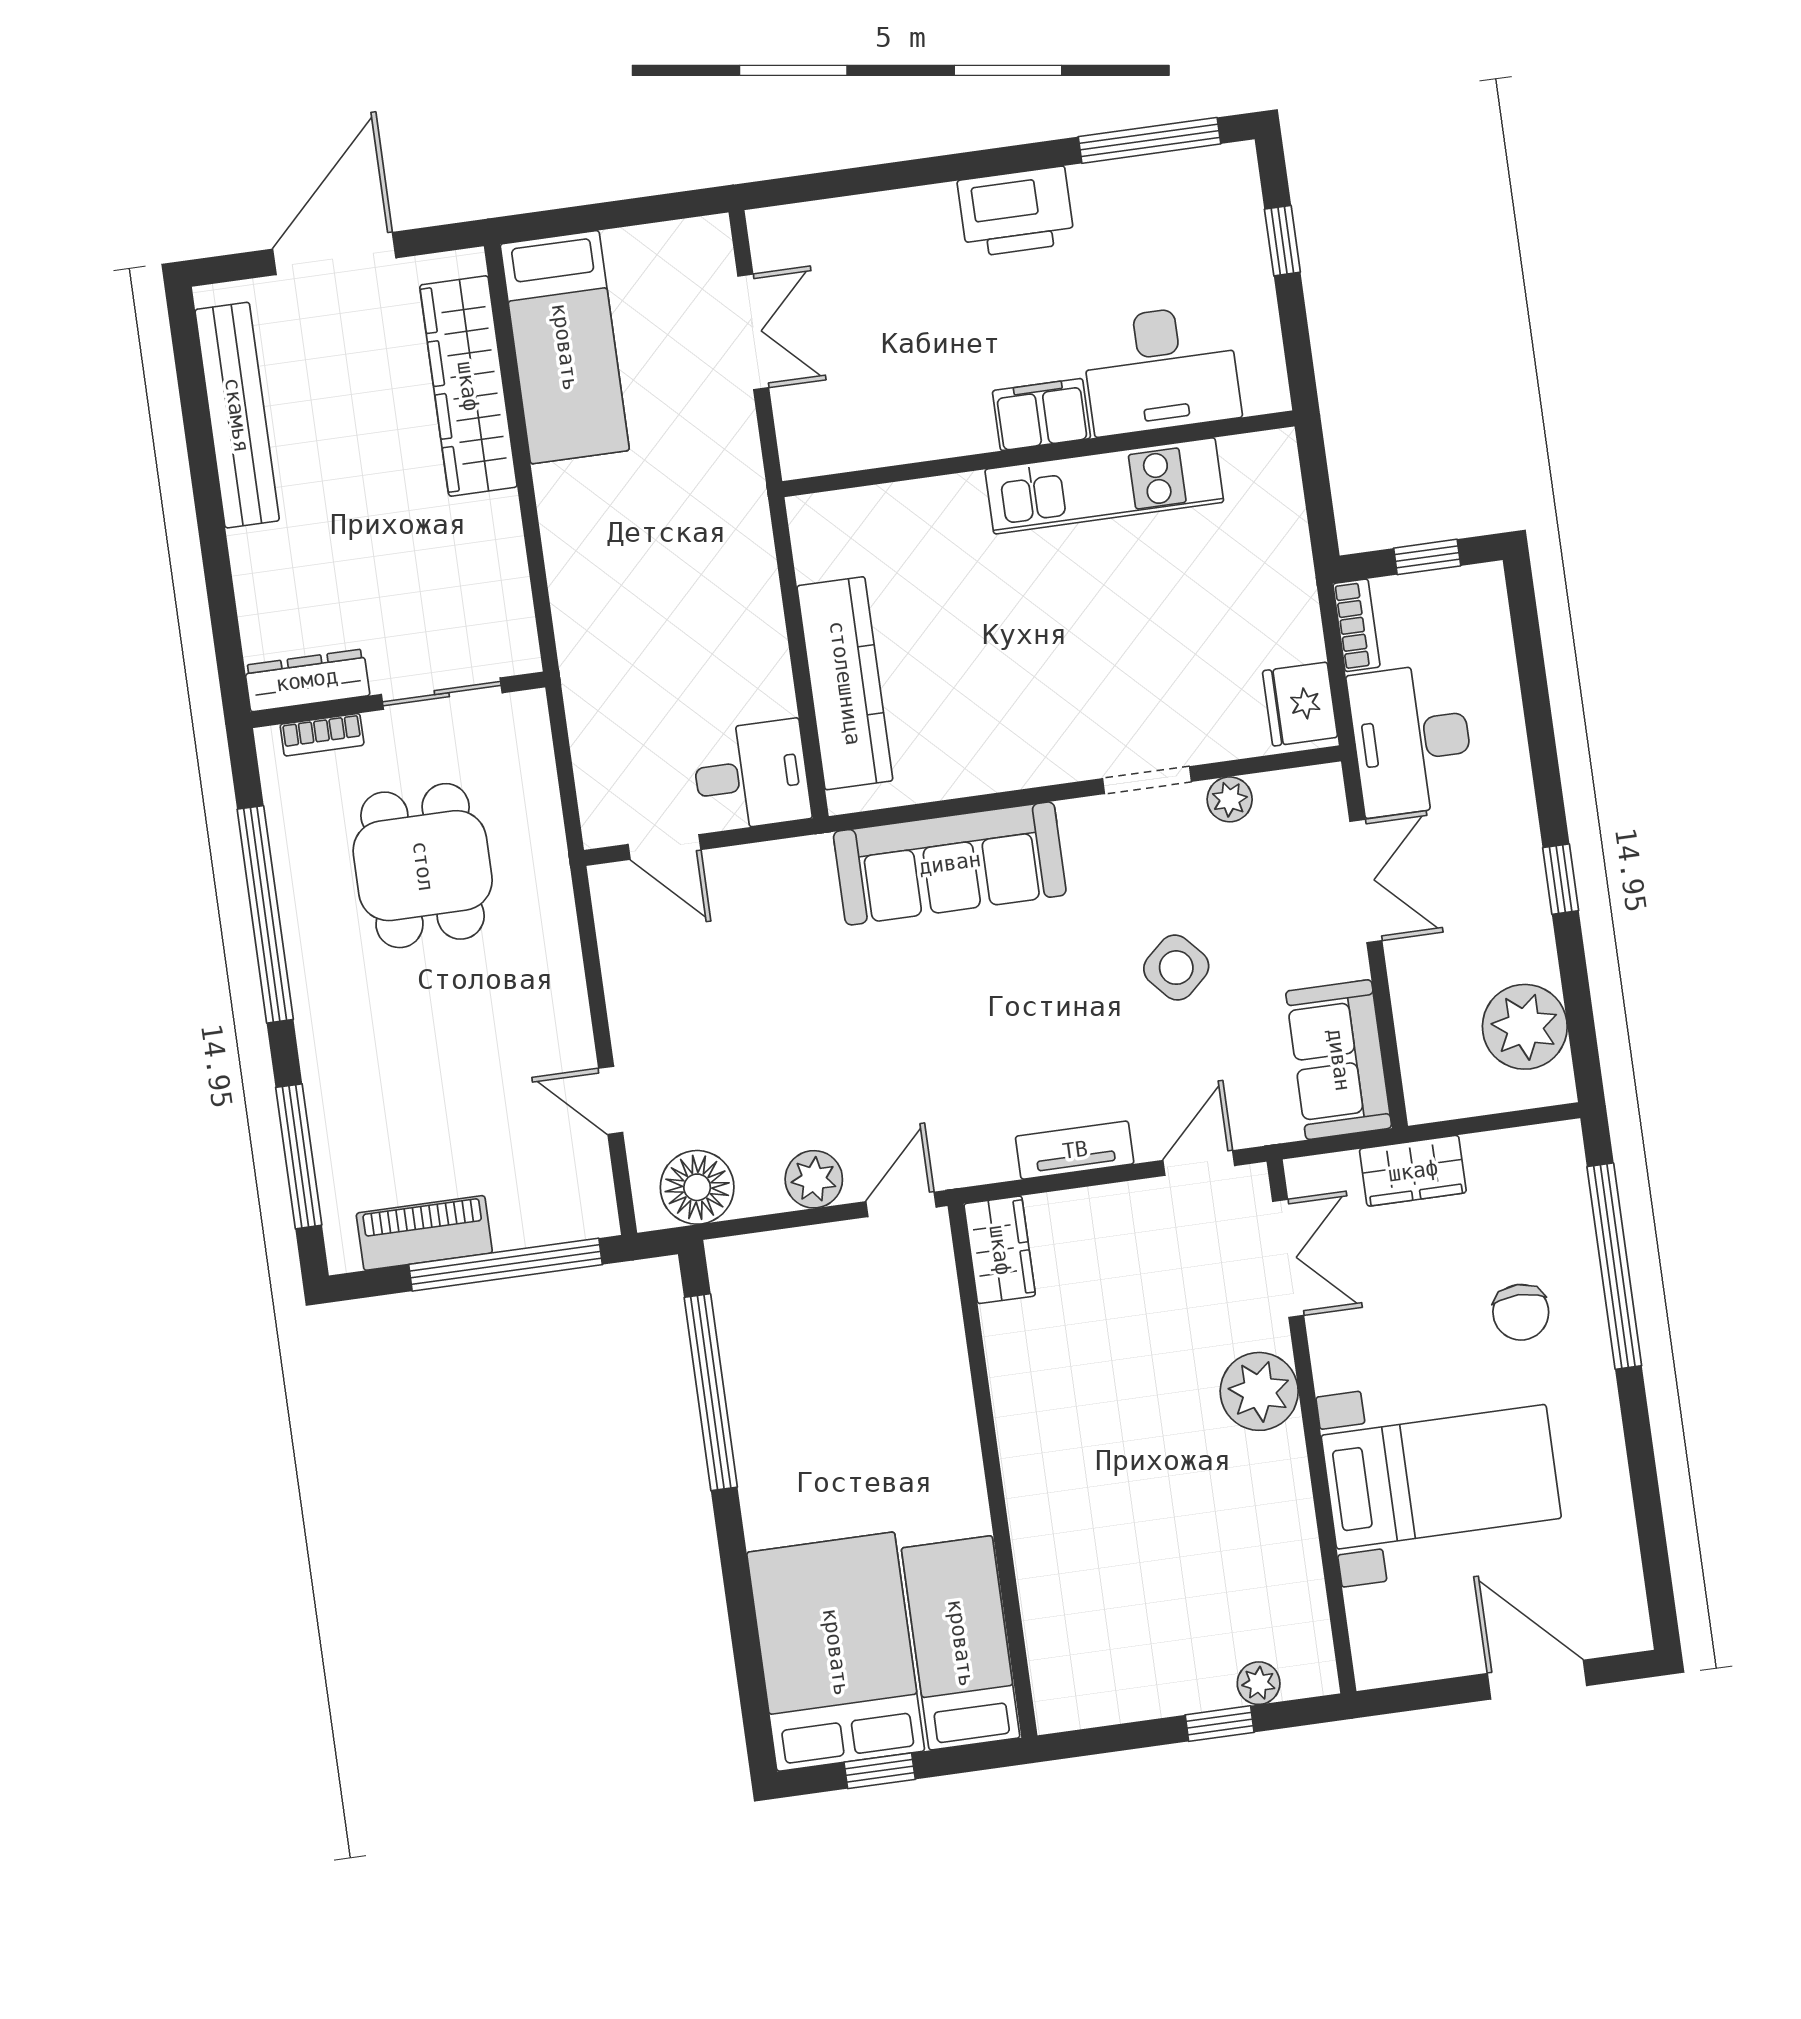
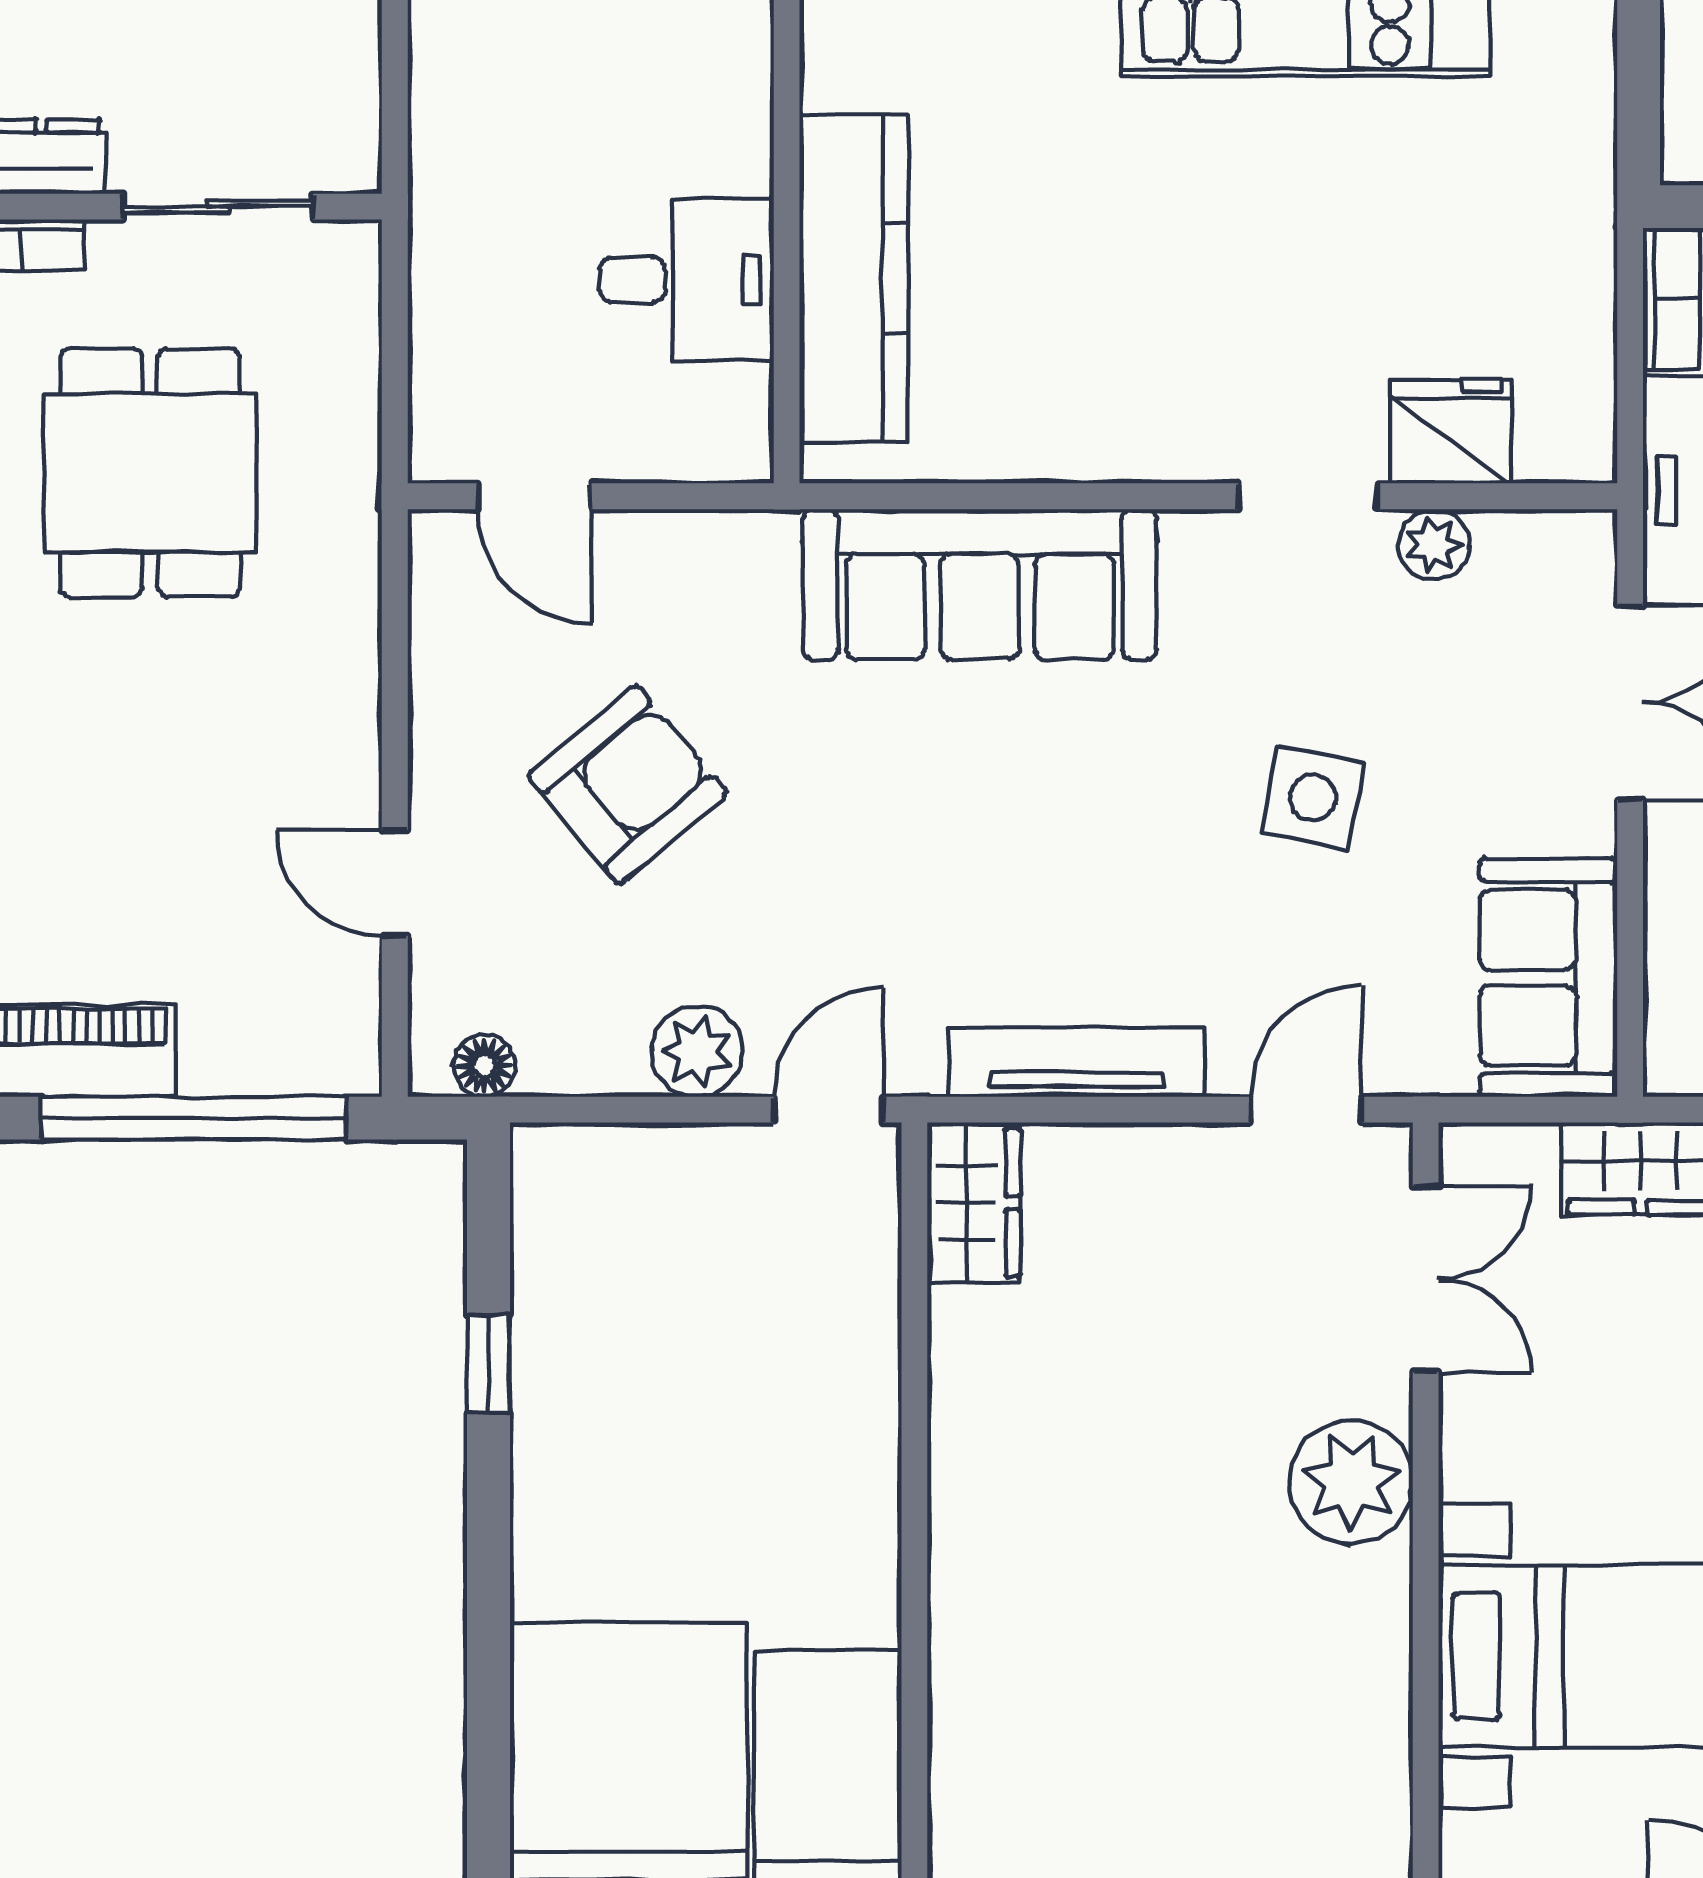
fridge: (1300, 704) -> (1451, 431), moved, turned 90
desk: (751, 775) -> (687, 280), moved
side table: (1176, 968) -> (1313, 797), turned -37
armchair: (747, 1019) -> (628, 785), added
tv unit: (1075, 1150) -> (1076, 1062), width x1.41
floor lamp: (697, 1187) -> (484, 1066), width x0.53, depth x0.53
window: (711, 1392) -> (488, 1364), width x0.32

